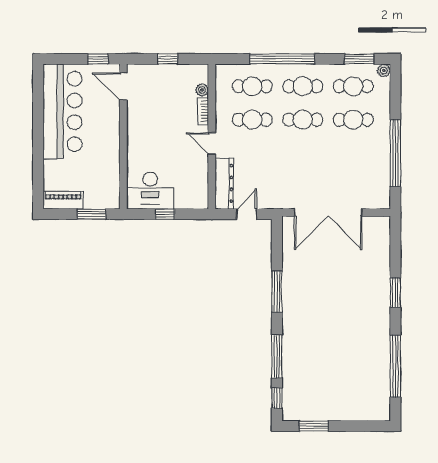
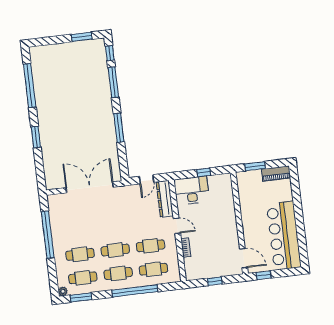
plant: (202, 90) -> (188, 262), removed
desk: (150, 191) -> (192, 191), moved

